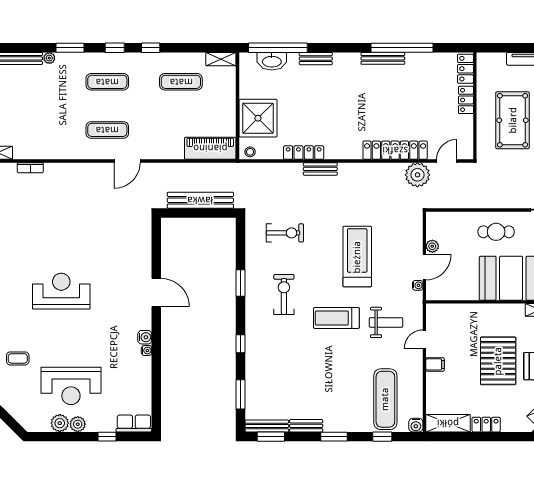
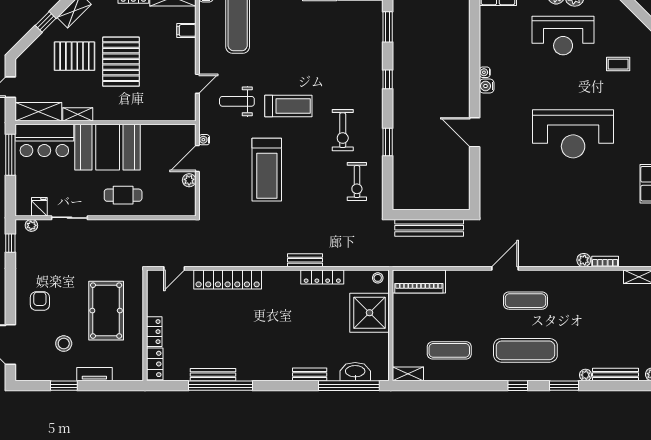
window: (151, 48) -> (481, 386), removed
bench: (383, 58) -> (213, 375), moved
exercise mat: (107, 82) -> (525, 350), width x1.36, depth x1.45
plant: (417, 175) -> (584, 260), moved, width x0.53, depth x0.53
exercise bike: (285, 233) -> (357, 182), moved, turned -90
reception desk: (61, 291) -> (573, 134), width x1.36, depth x1.30
filing cabinet: (435, 364) -> (186, 30), moved
reception desk: (71, 386) -> (563, 36), turned 180

